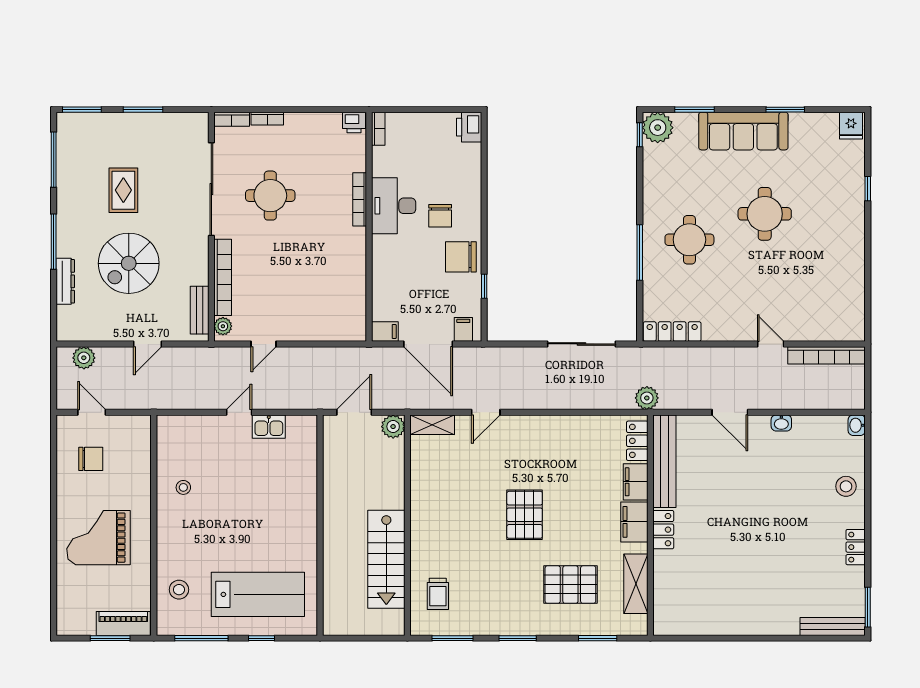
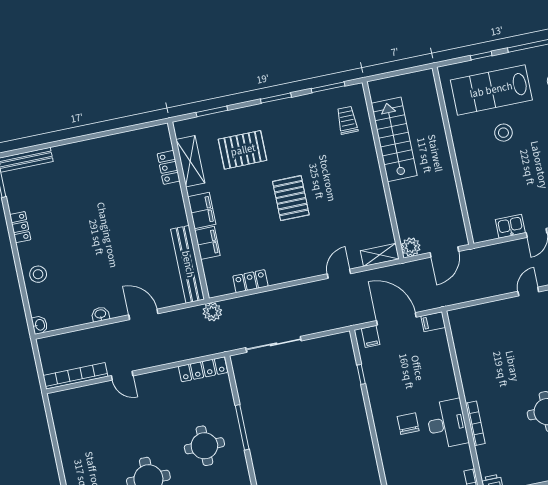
chair: (461, 257) -> (385, 394), removed
locker: (637, 441) -> (250, 281), moved, turned -90
locker: (663, 530) -> (169, 167), moved
stool: (254, 540) -> (503, 133), added

